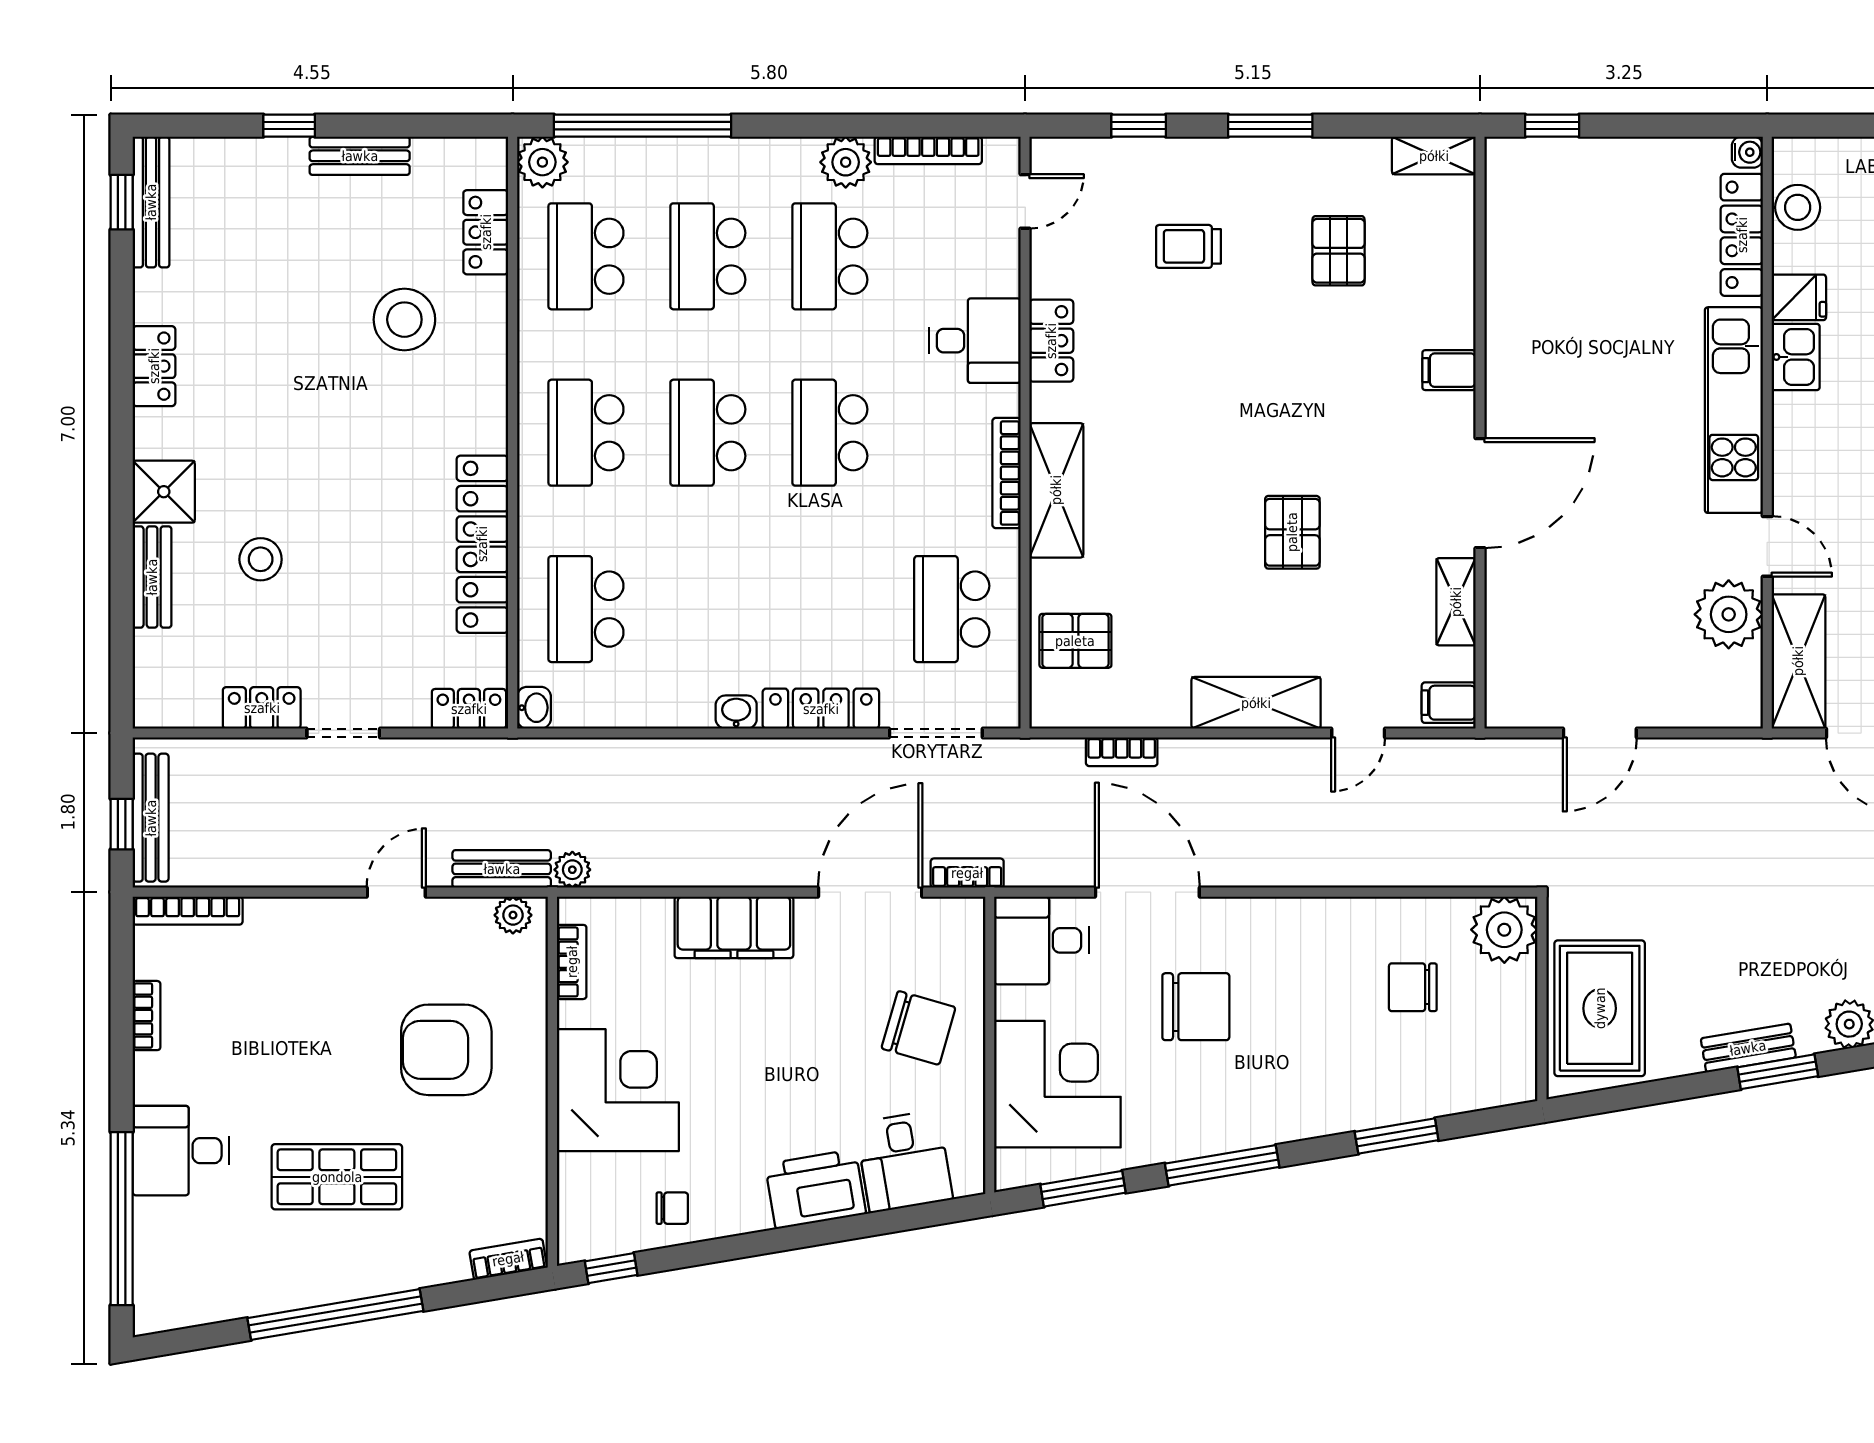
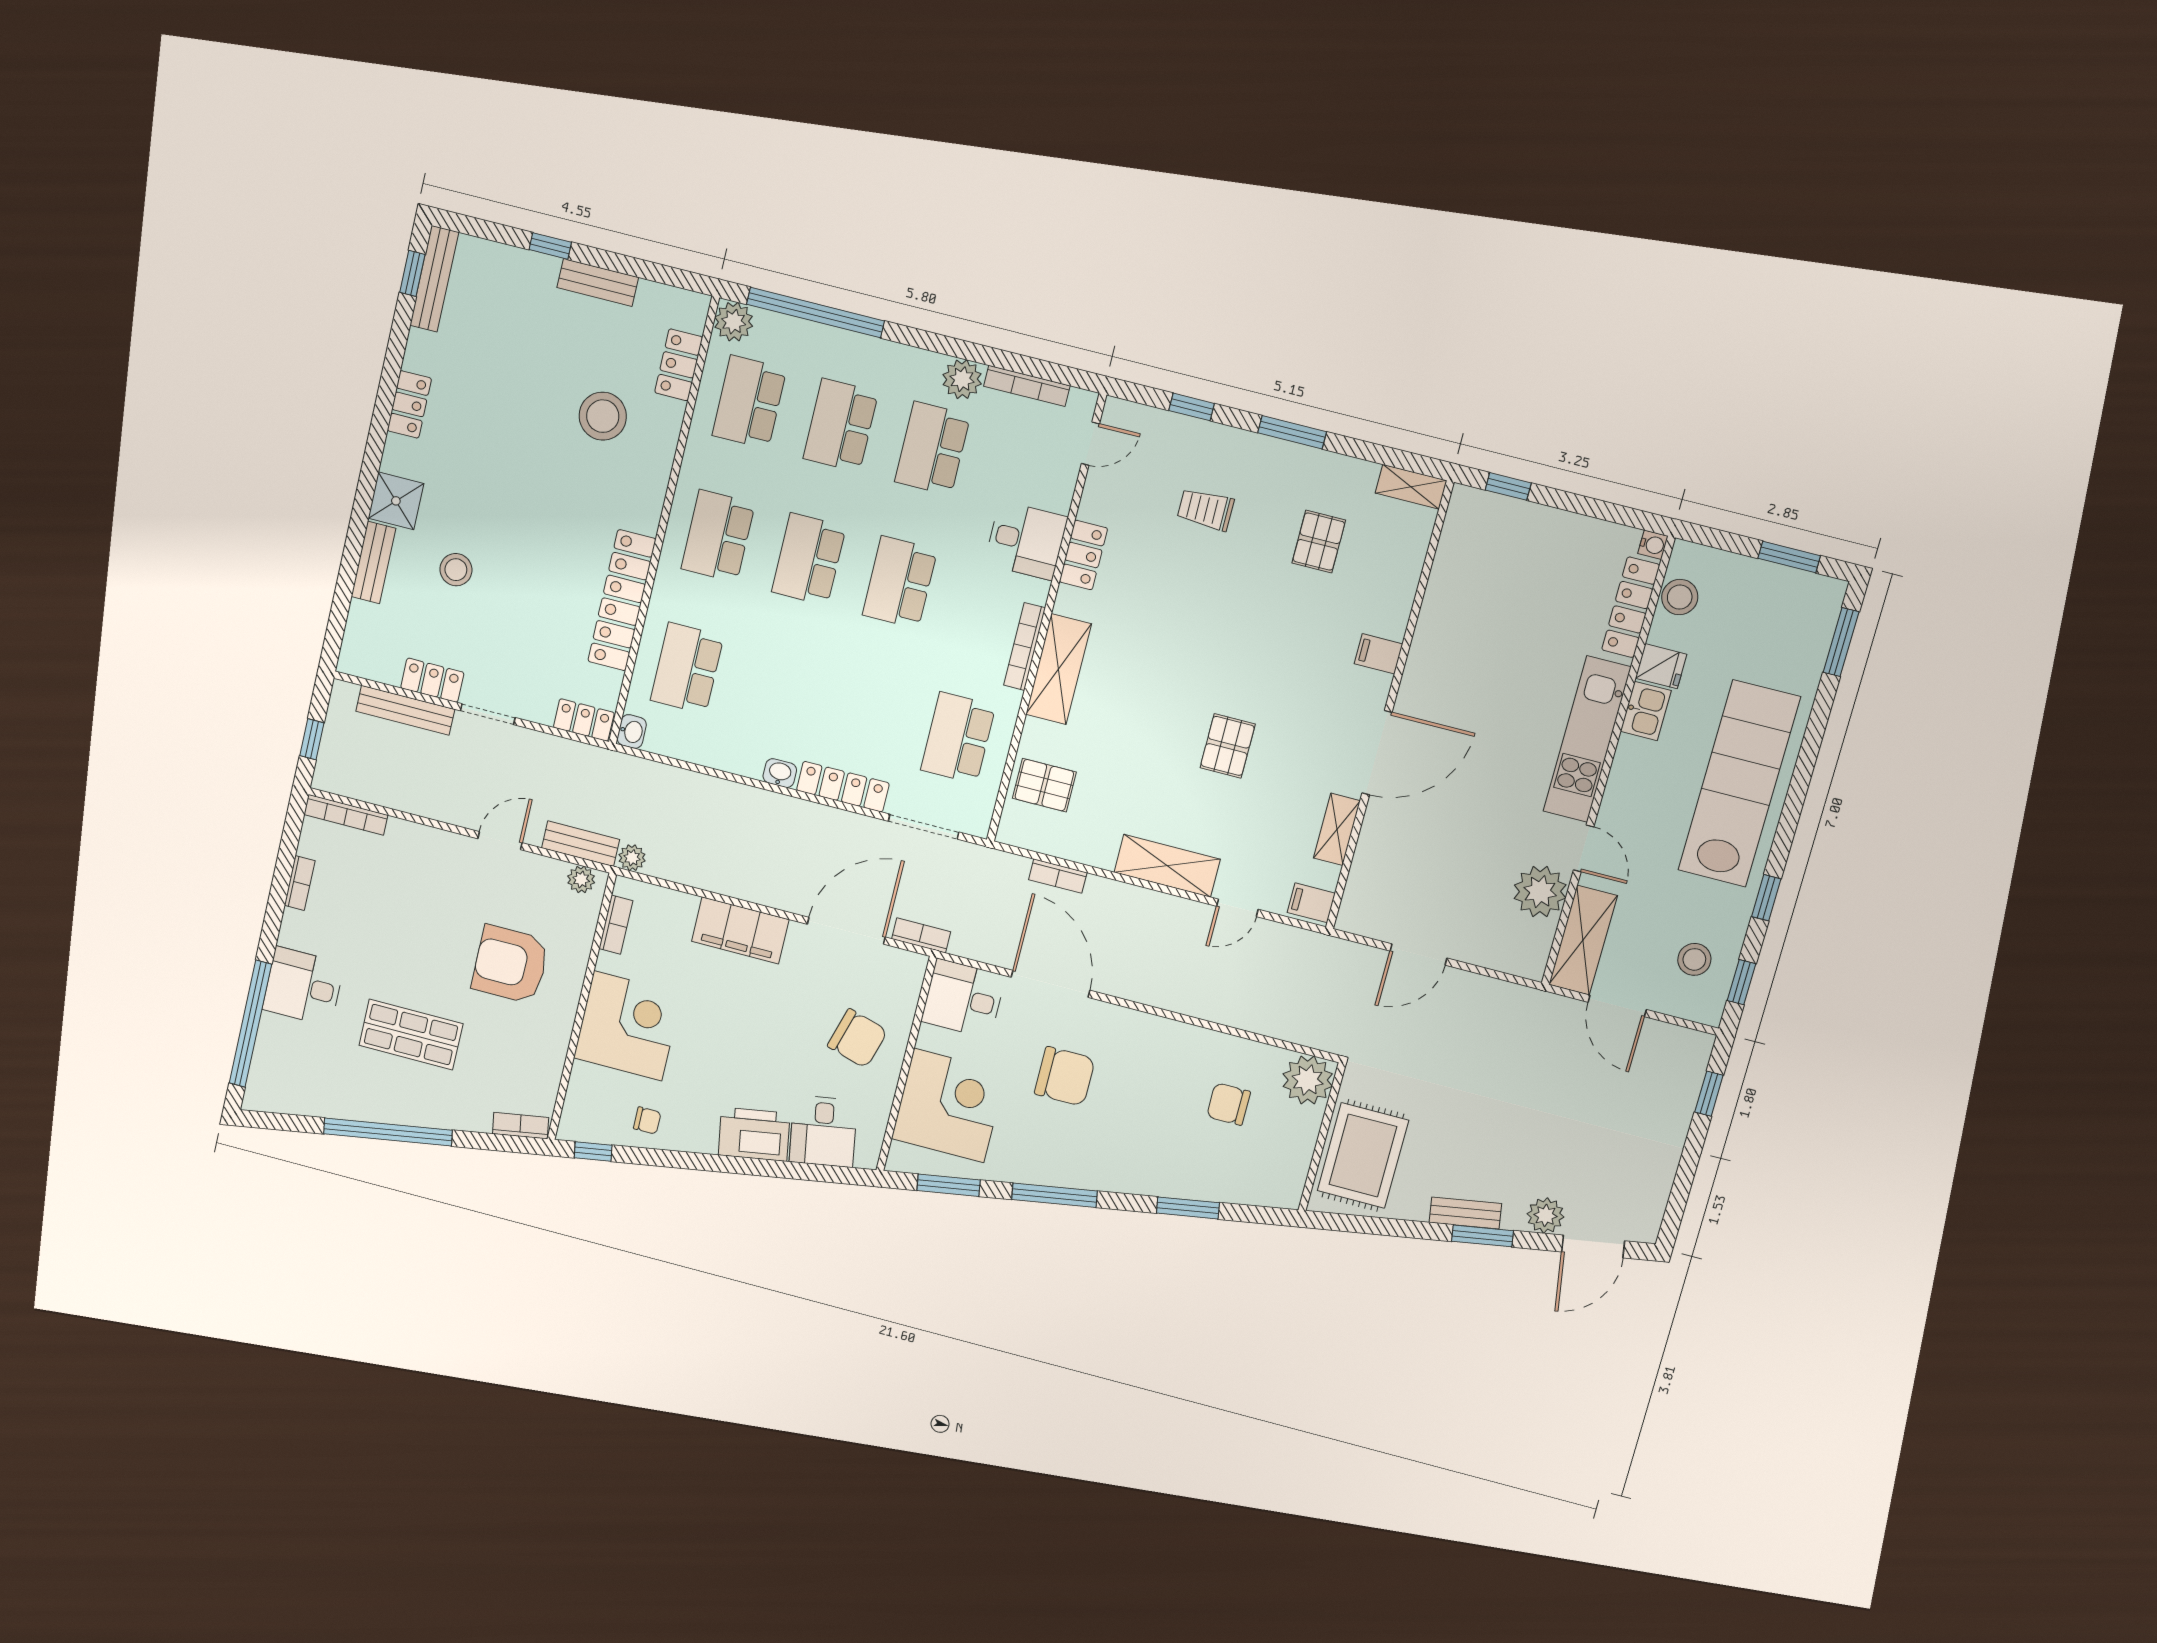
bench: (151, 818) -> (405, 710), moved, turned 90

